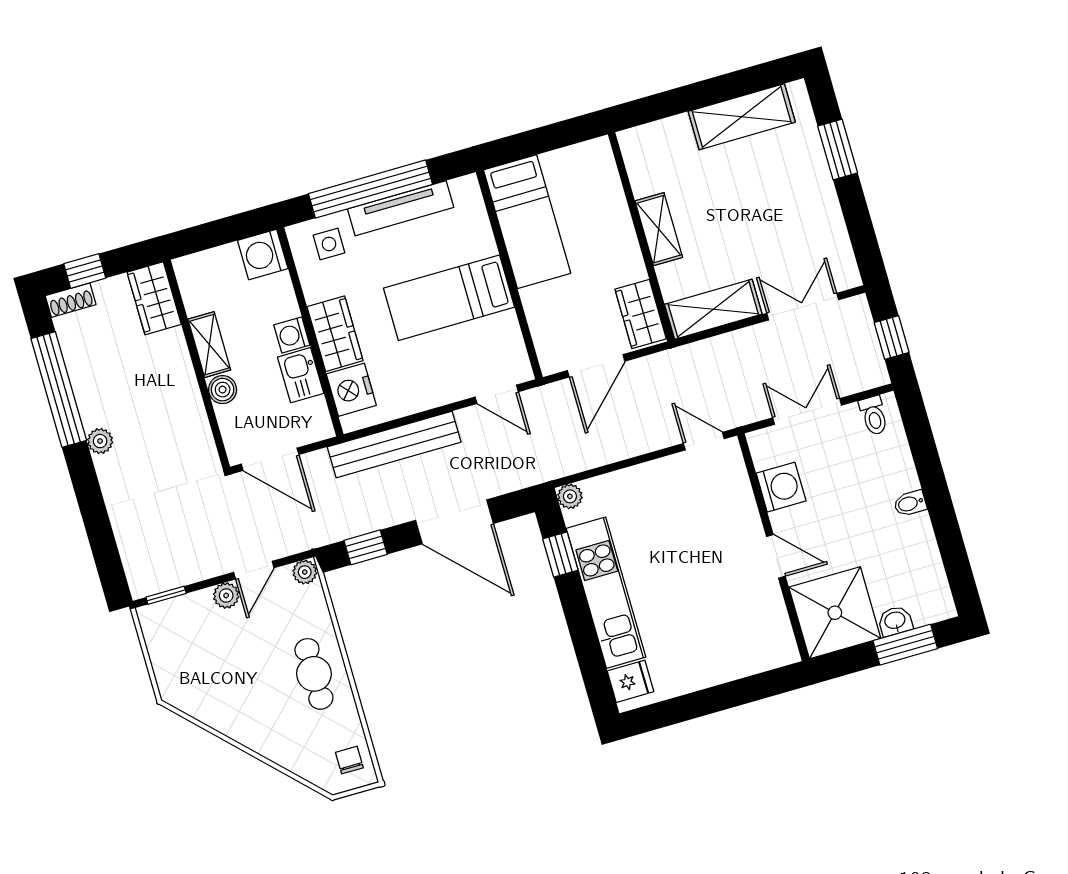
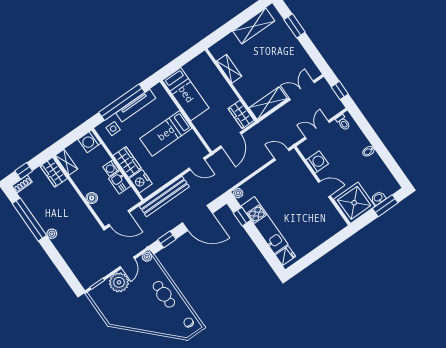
shelving: (659, 229) -> (229, 69), moved
shelving: (209, 345) -> (66, 162), moved
plant: (226, 596) -> (119, 282), width x1.88, depth x1.88

